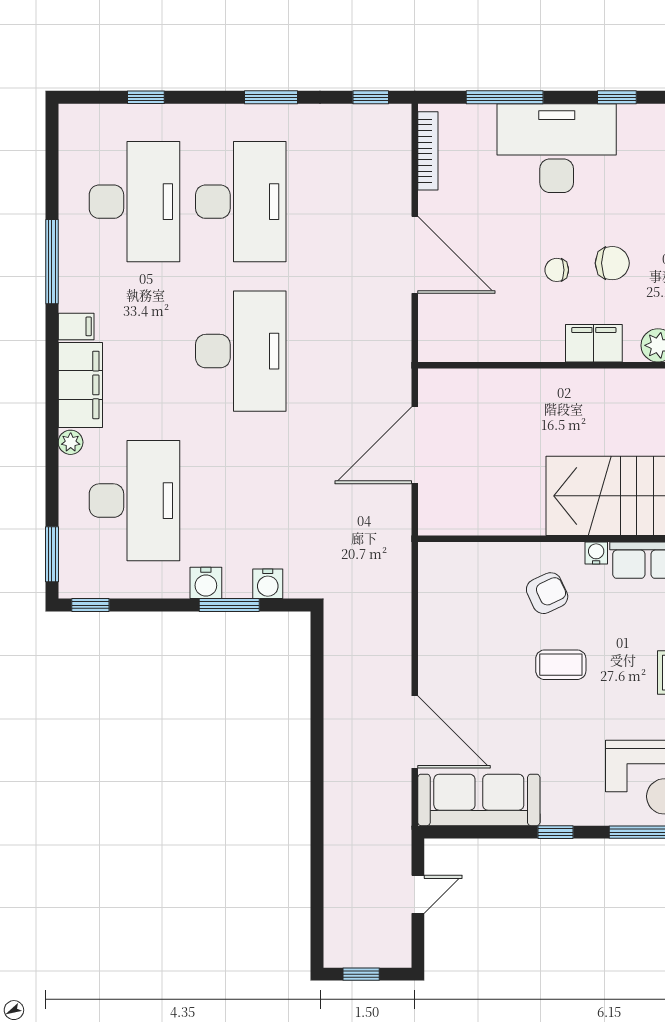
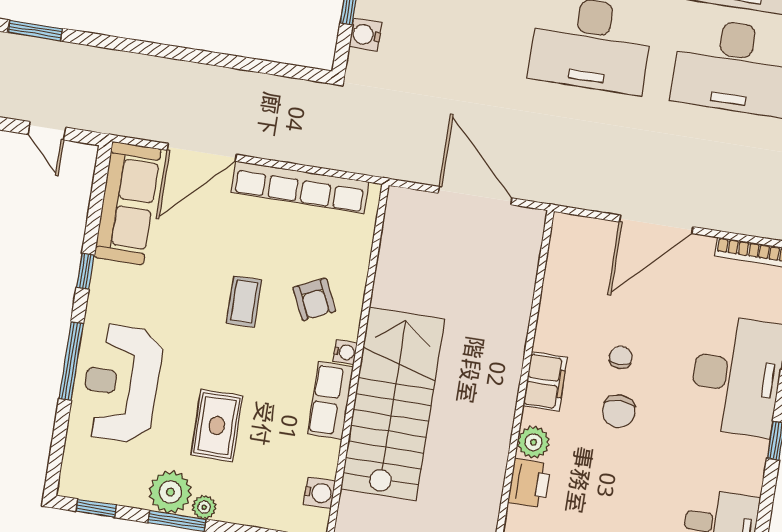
row of seats: (434, 626) -> (300, 187), added
window: (317, 923) -> (35, 30), added

